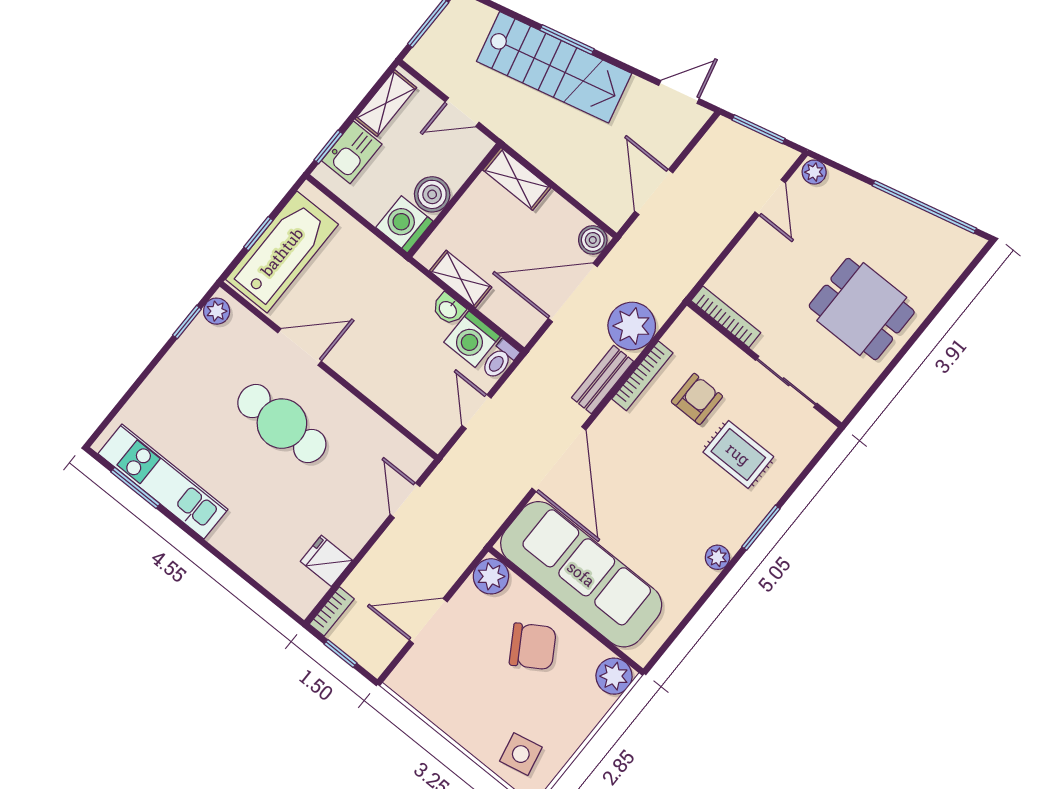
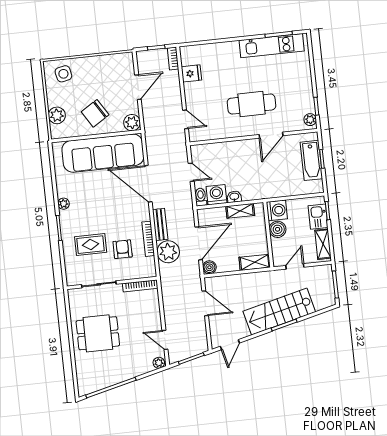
bathtub: (282, 252) -> (311, 160), width x0.73, depth x0.73
armchair: (697, 399) -> (123, 249), turned 180
plant: (614, 676) -> (57, 115), moved

